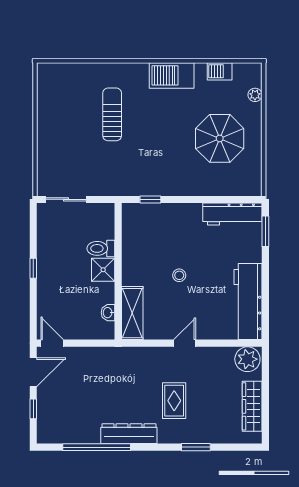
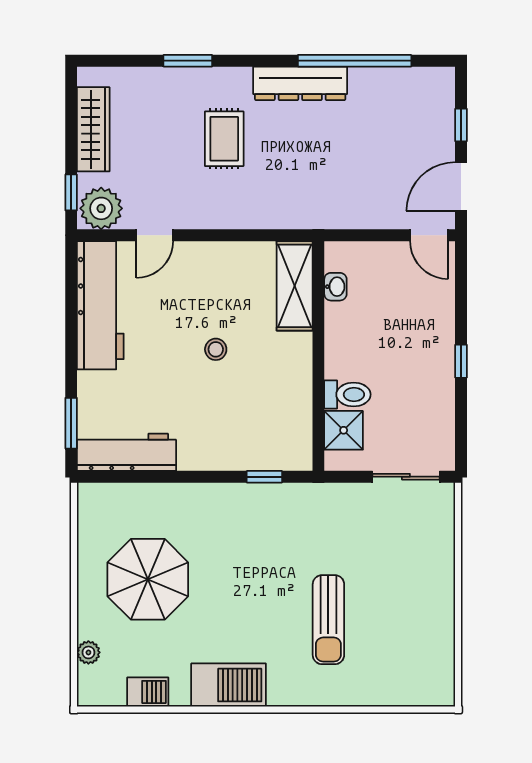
shower: (103, 270) -> (344, 430), moved
door: (185, 343) -> (155, 235), moved
window: (265, 369) -> (71, 192), added

